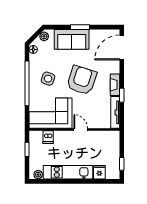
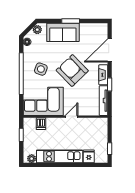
door: (122, 48) -> (110, 50), moved
armchair: (82, 80) -> (72, 71), turned -62
door: (81, 130) -> (71, 117), hinge flipped

